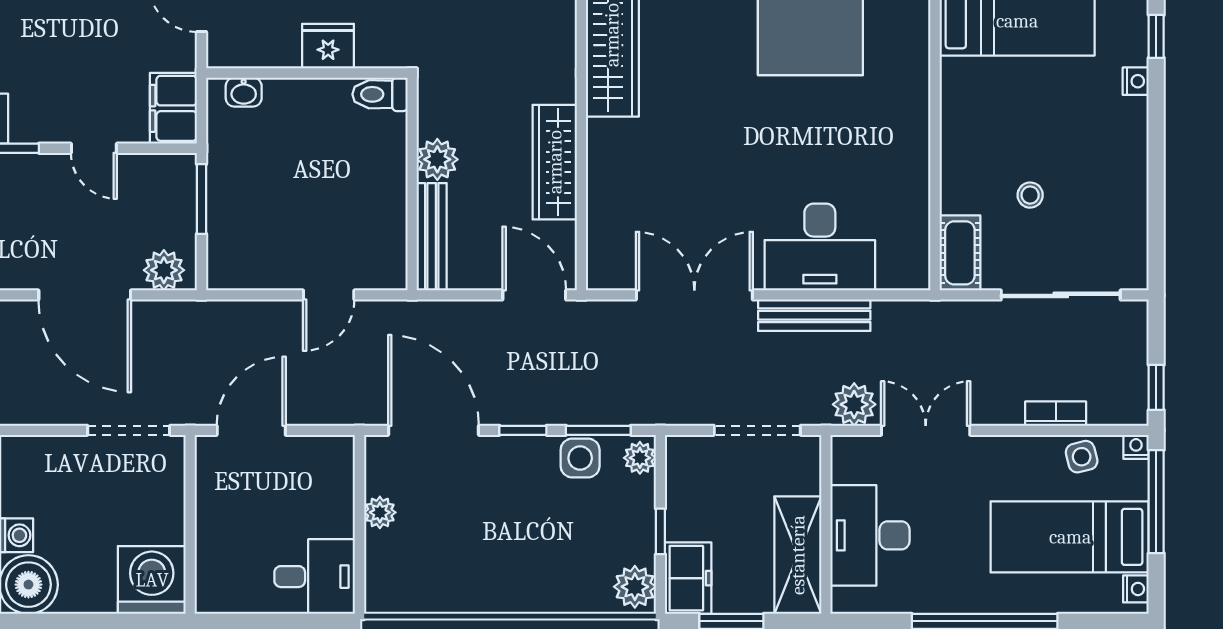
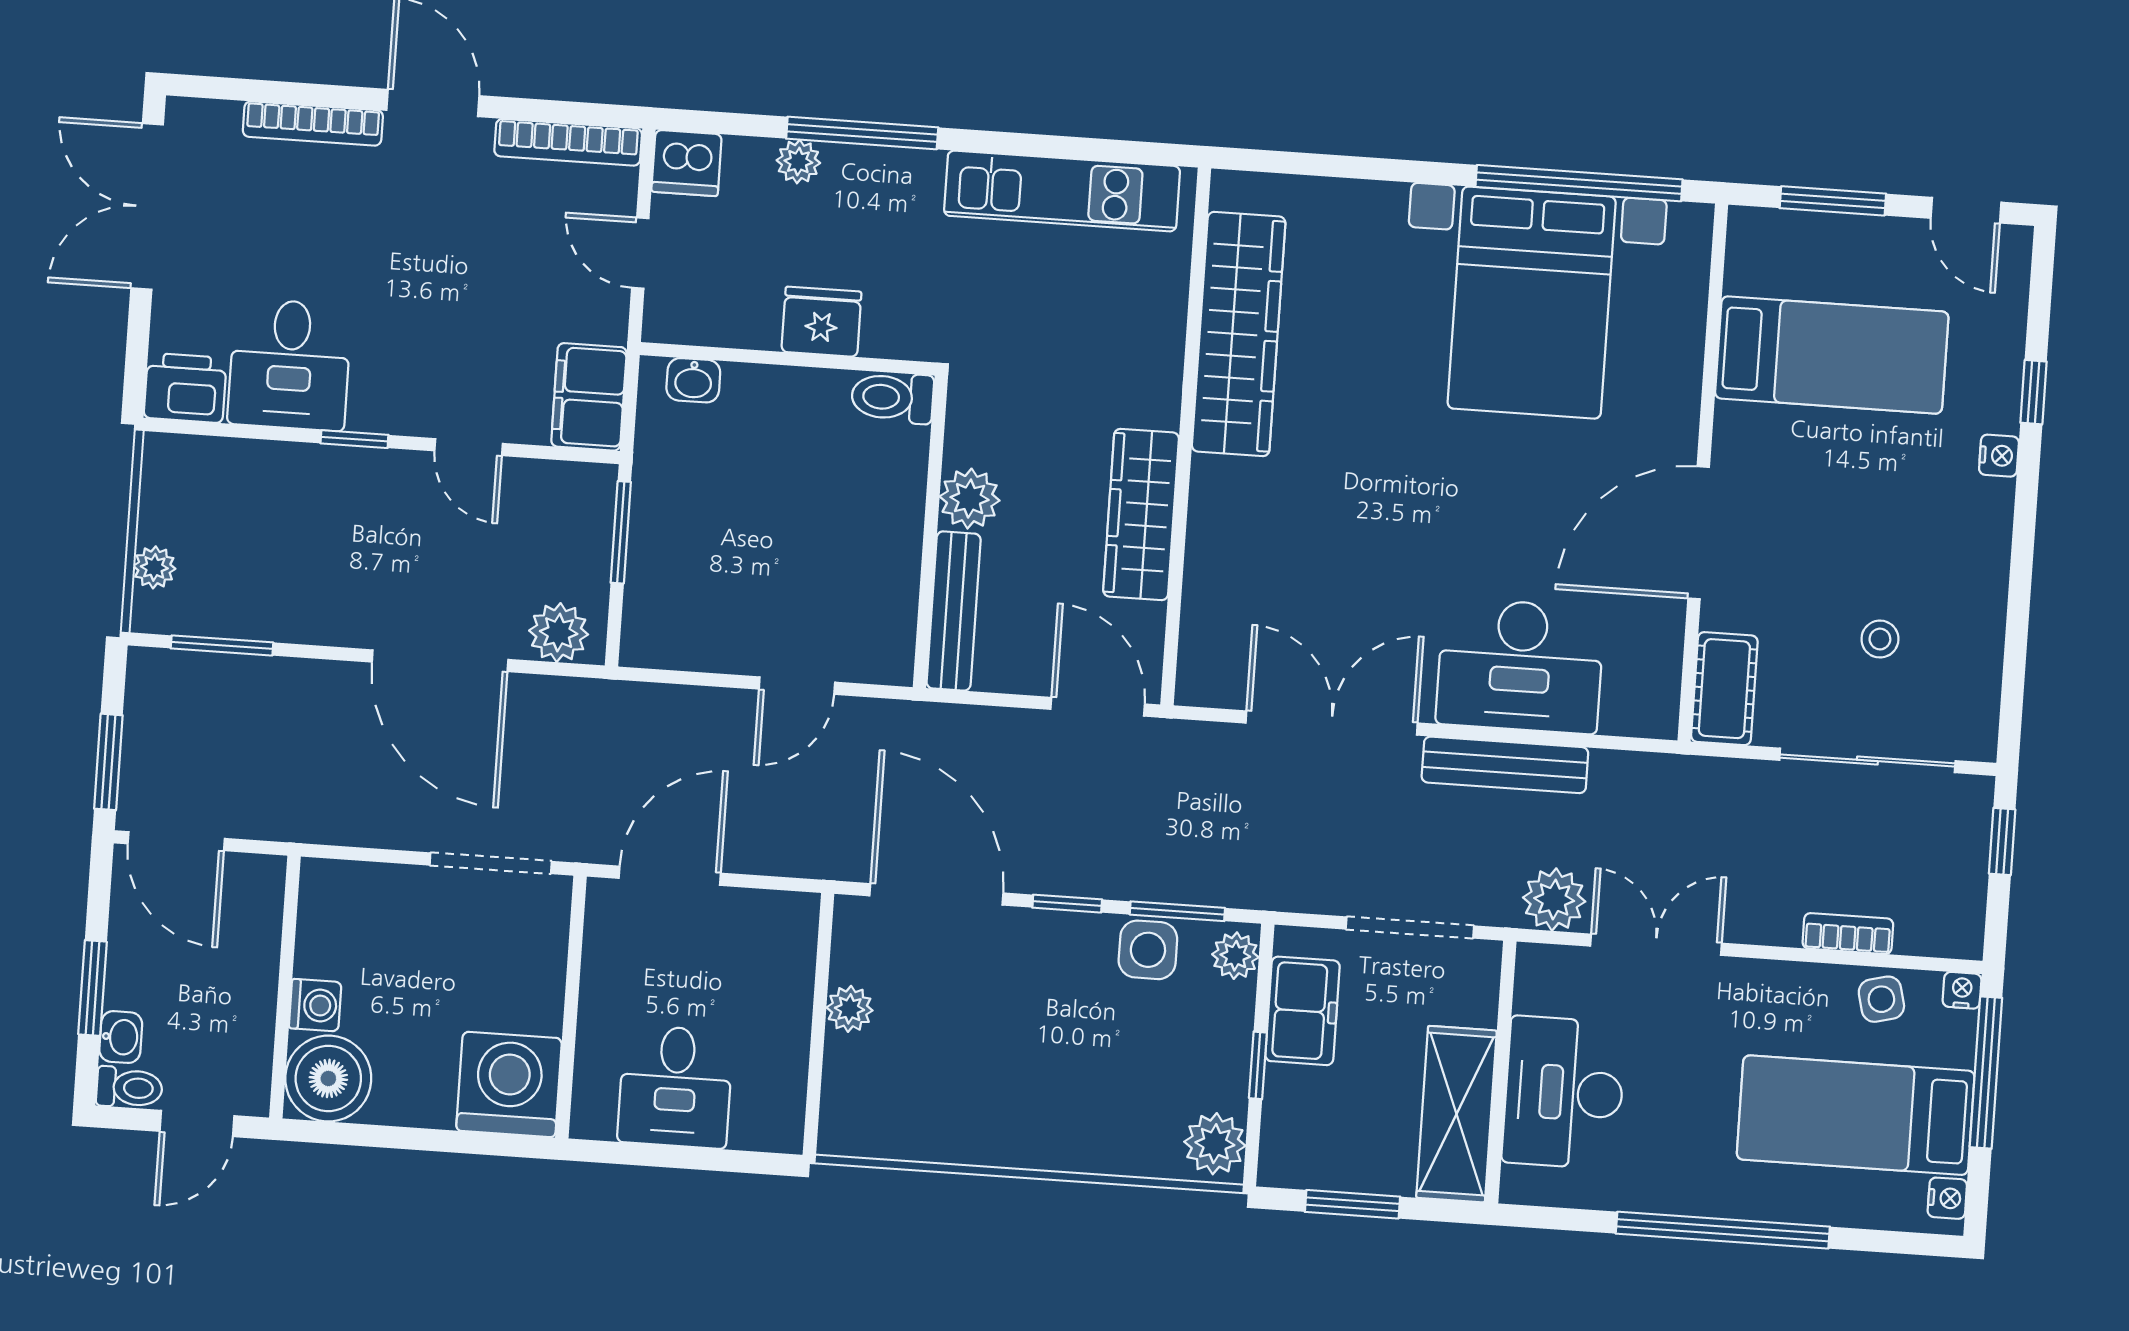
door: (935, 148) -> (1699, 533), added
stool: (1030, 195) -> (1880, 639), moved
window: (1156, 387) -> (2002, 842), moved
desk: (315, 577) -> (675, 1087), moved, turned 90
freezer: (688, 578) -> (1302, 1011), moved

